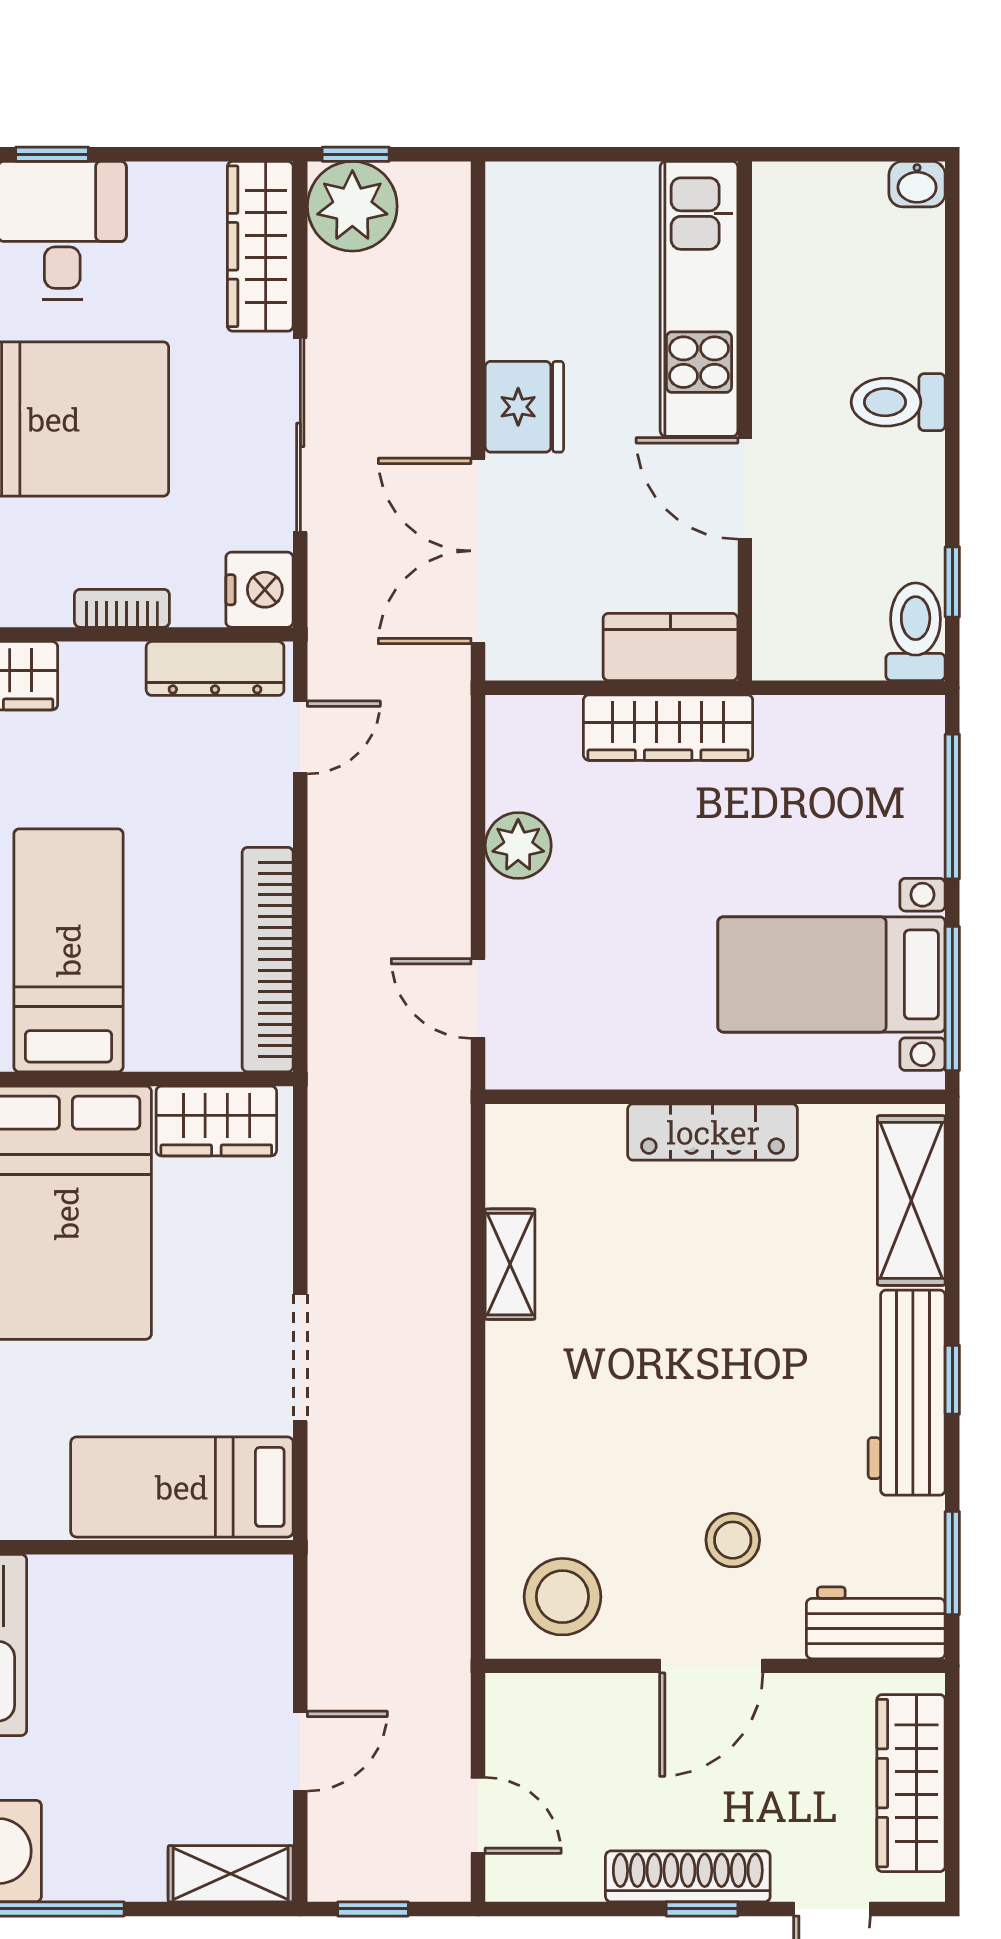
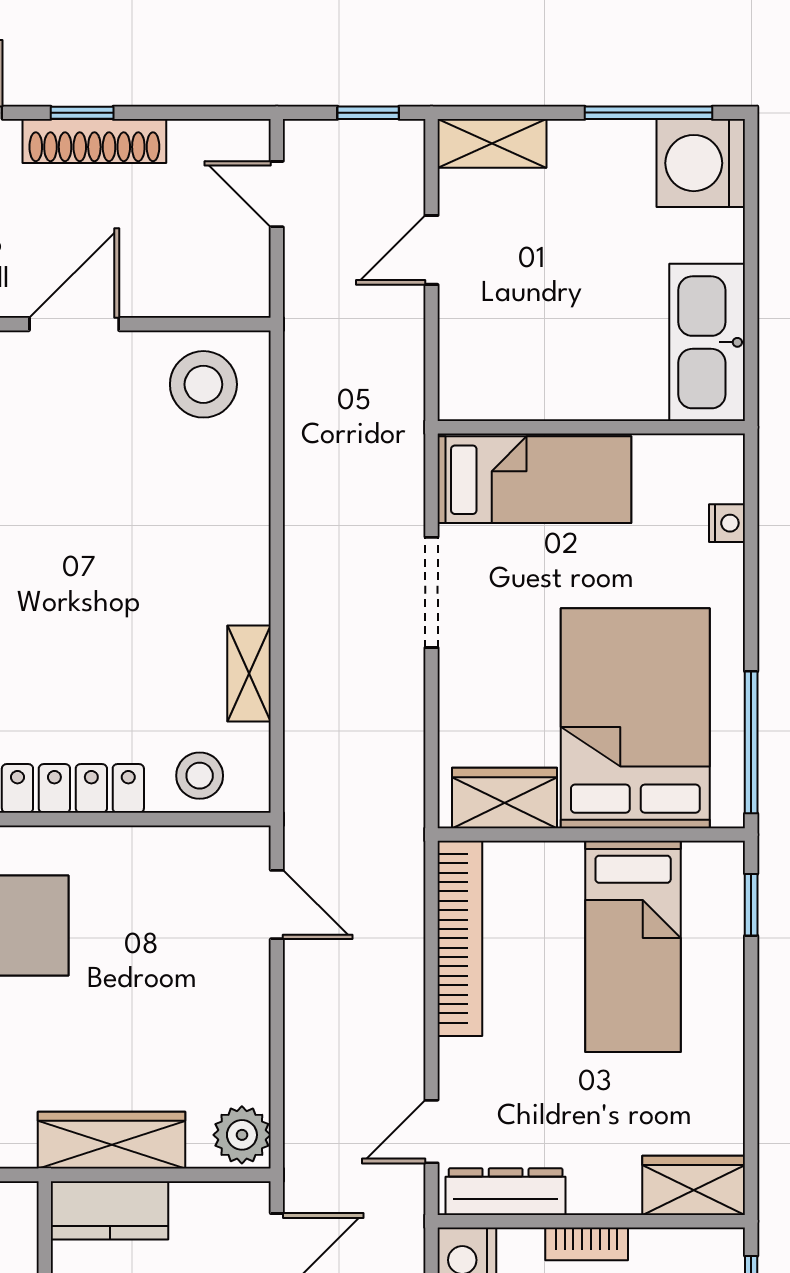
plant: (518, 845) -> (242, 1135), moved
stool: (733, 1540) -> (200, 776), moved

